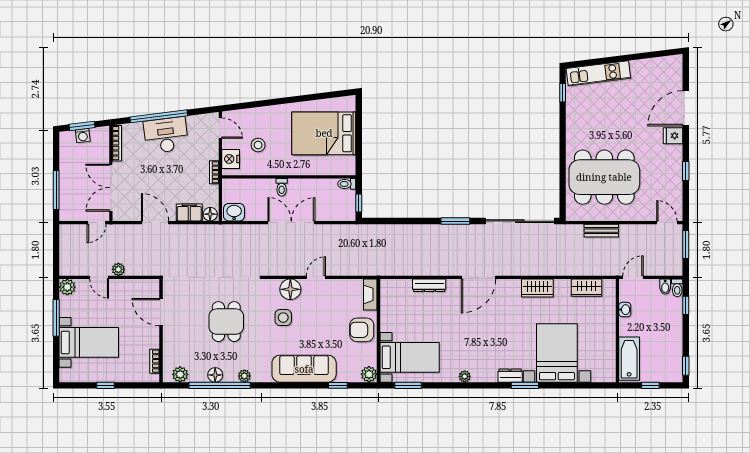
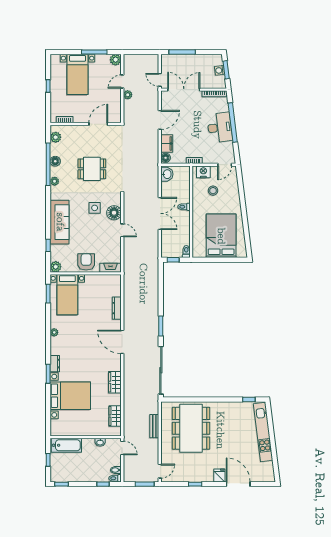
kitchen unit: (598, 73) -> (263, 432), width x1.36

